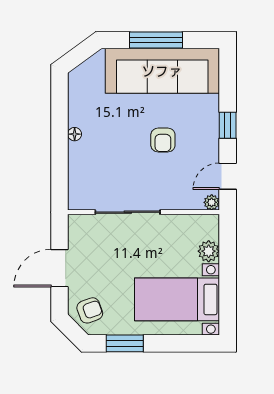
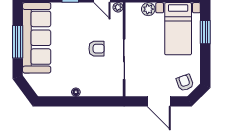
armchair: (163, 140) -> (97, 49), moved
window: (125, 343) -> (205, 32), moved

